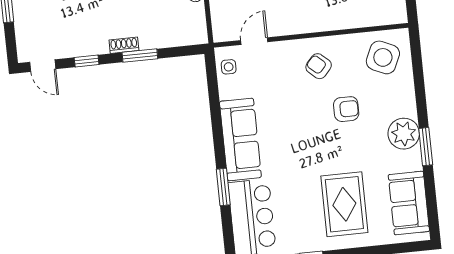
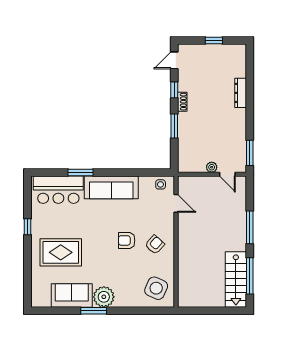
shoe rack: (124, 45) -> (182, 102), moved
armchair: (346, 109) -> (127, 240), moved, turned 90
sofa: (409, 203) -> (72, 295), moved

